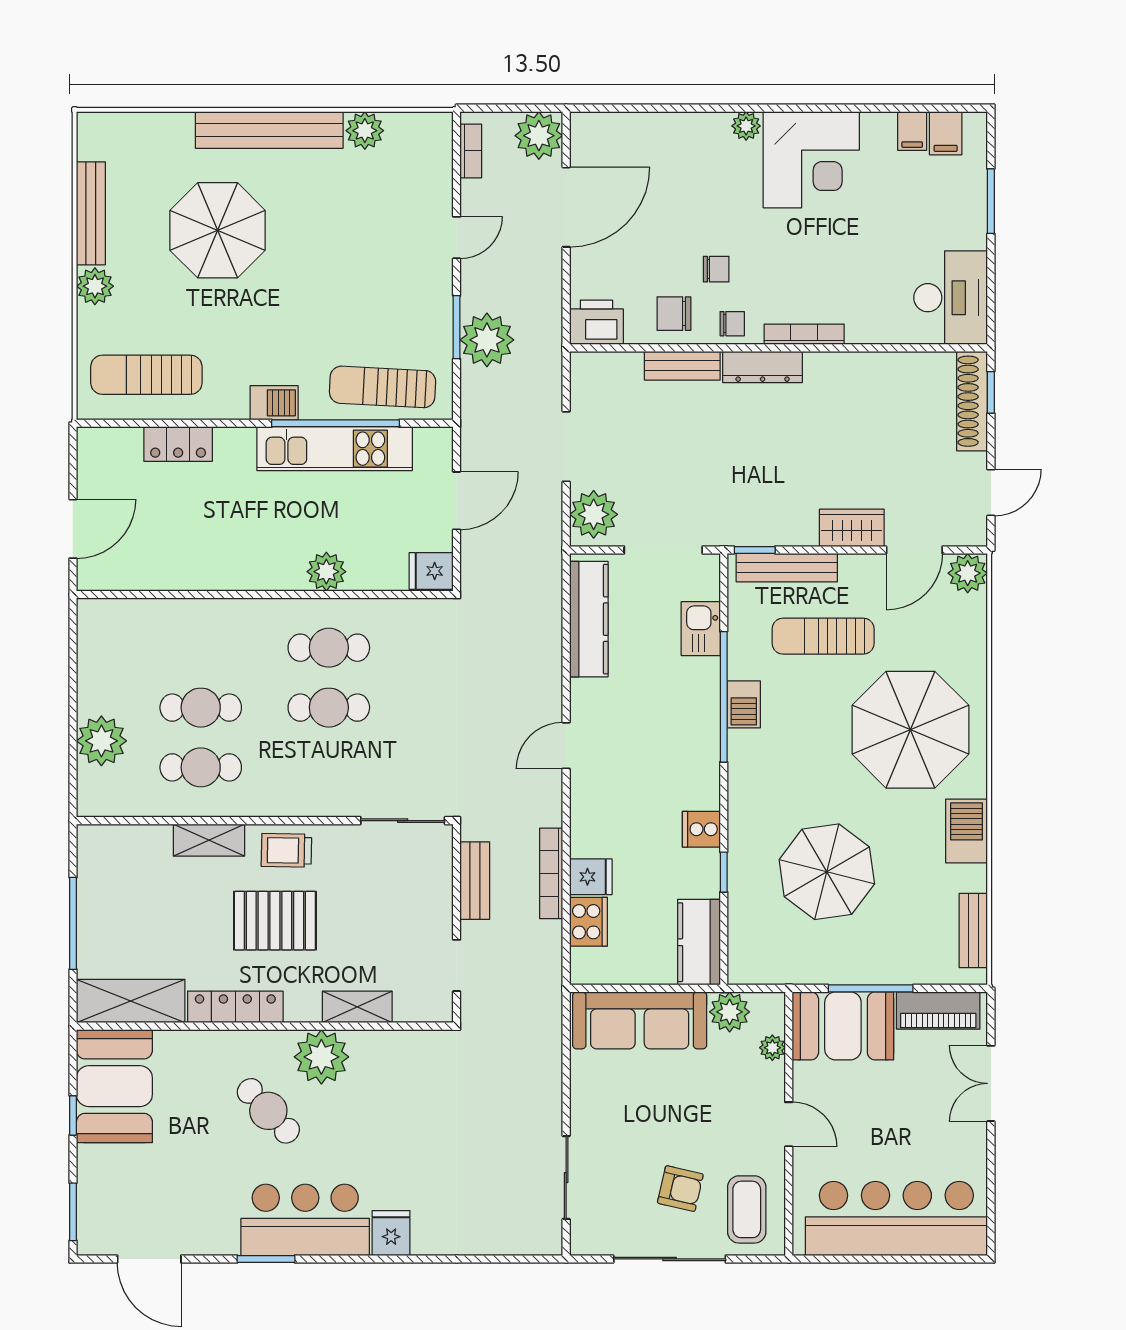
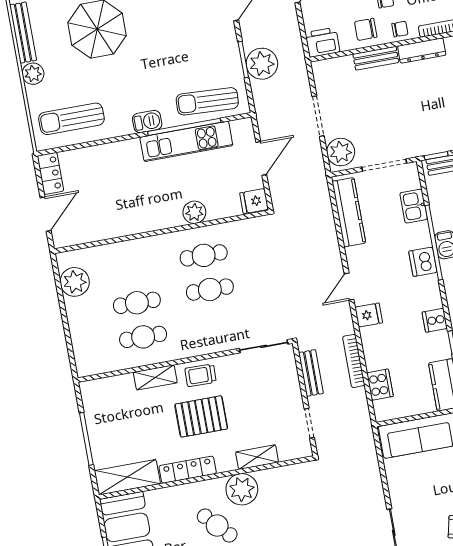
locker: (178, 444) -> (50, 173), moved, turned -90
dishwasher: (699, 726) -> (423, 262), added
plant: (101, 741) -> (75, 282), moved
fridge: (591, 877) -> (369, 315), moved

